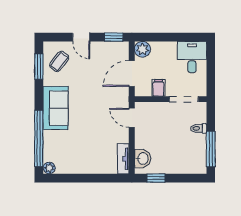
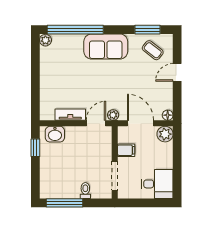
window: (114, 37) -> (177, 105), removed
floor lamp: (124, 47) -> (168, 115), added
plant: (124, 101) -> (113, 115), added
tv unit: (123, 159) -> (70, 115), moved

